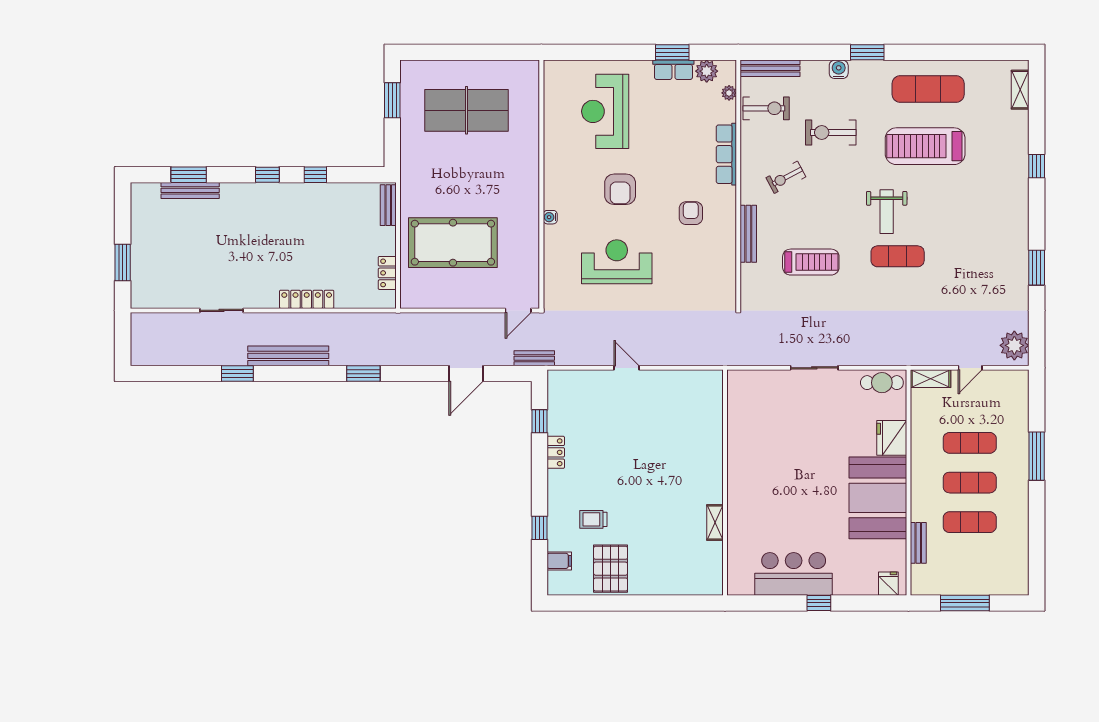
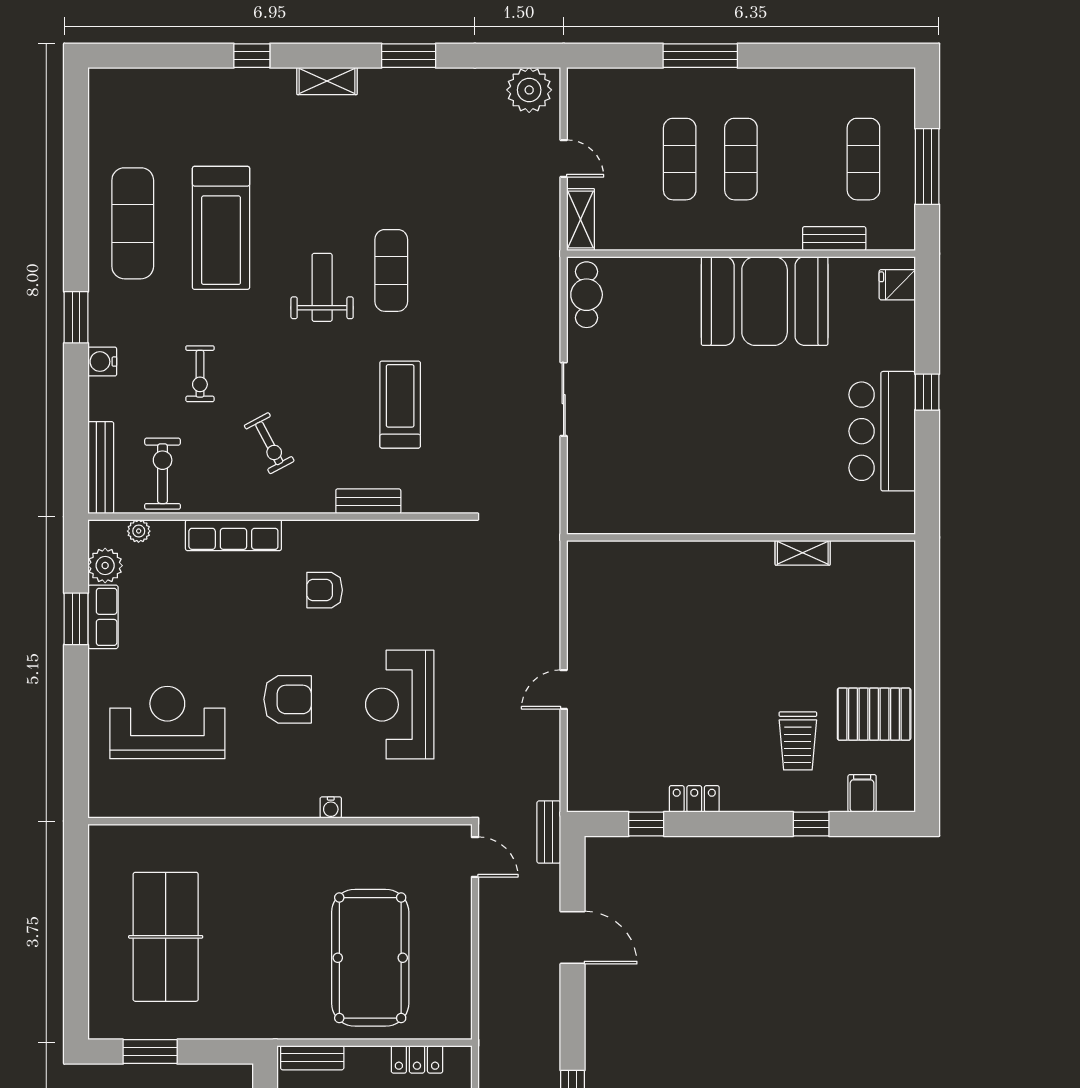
shelving: (1020, 90) -> (327, 81), moved
reception desk: (605, 111) -> (167, 723), turned 180
exercise bike: (831, 133) -> (200, 374), width x0.73, depth x0.72
weight bench: (887, 212) -> (322, 287), turned -90
bench: (748, 234) -> (368, 501), width x0.73
fridge: (892, 438) -> (672, 280), removed
trolley: (593, 519) -> (798, 741), width x1.36, depth x1.39
exercise mat: (970, 522) -> (863, 159), moved

